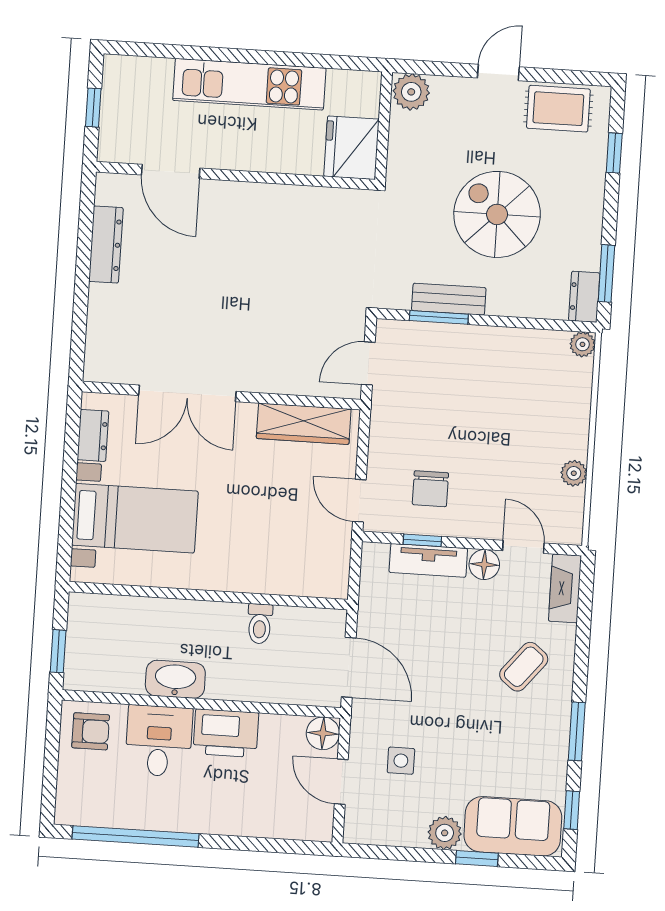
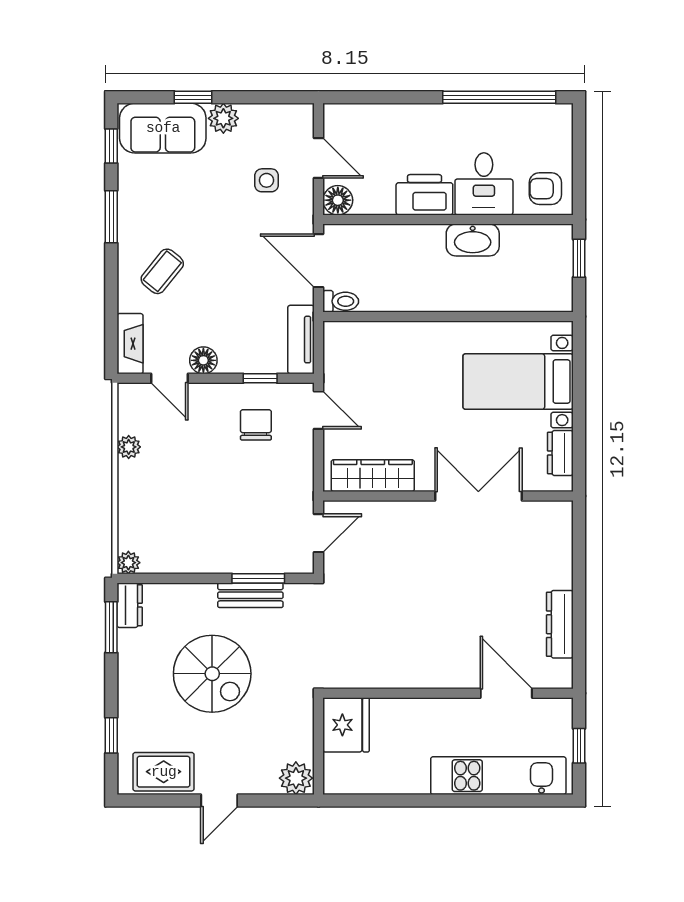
kitchen unit: (249, 84) -> (498, 776), moved
tv unit: (428, 560) -> (301, 340), moved, turned -90
toilet: (260, 624) -> (341, 301), moved, turned 90

